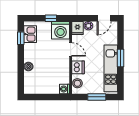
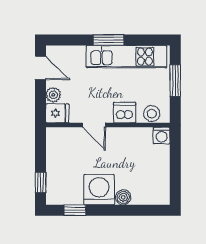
window: (51, 18) -> (41, 182), moved
washing machine: (61, 30) -> (99, 190), moved, turned -90
kitchen sink: (30, 34) -> (68, 194), removed
door: (71, 49) -> (94, 125), swing flipped

